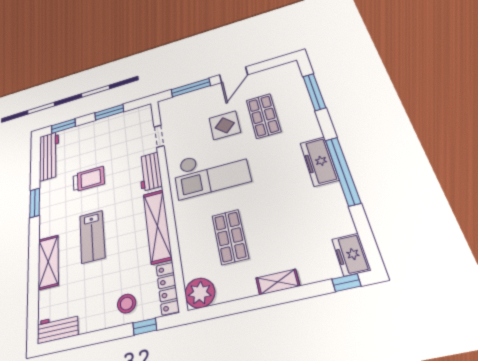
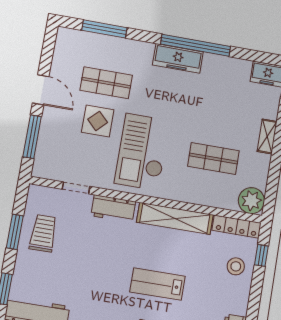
checkout: (211, 171) -> (142, 152), turned 180
trolley: (89, 179) -> (43, 233), moved
lab bench: (92, 237) -> (157, 284), turned 180

